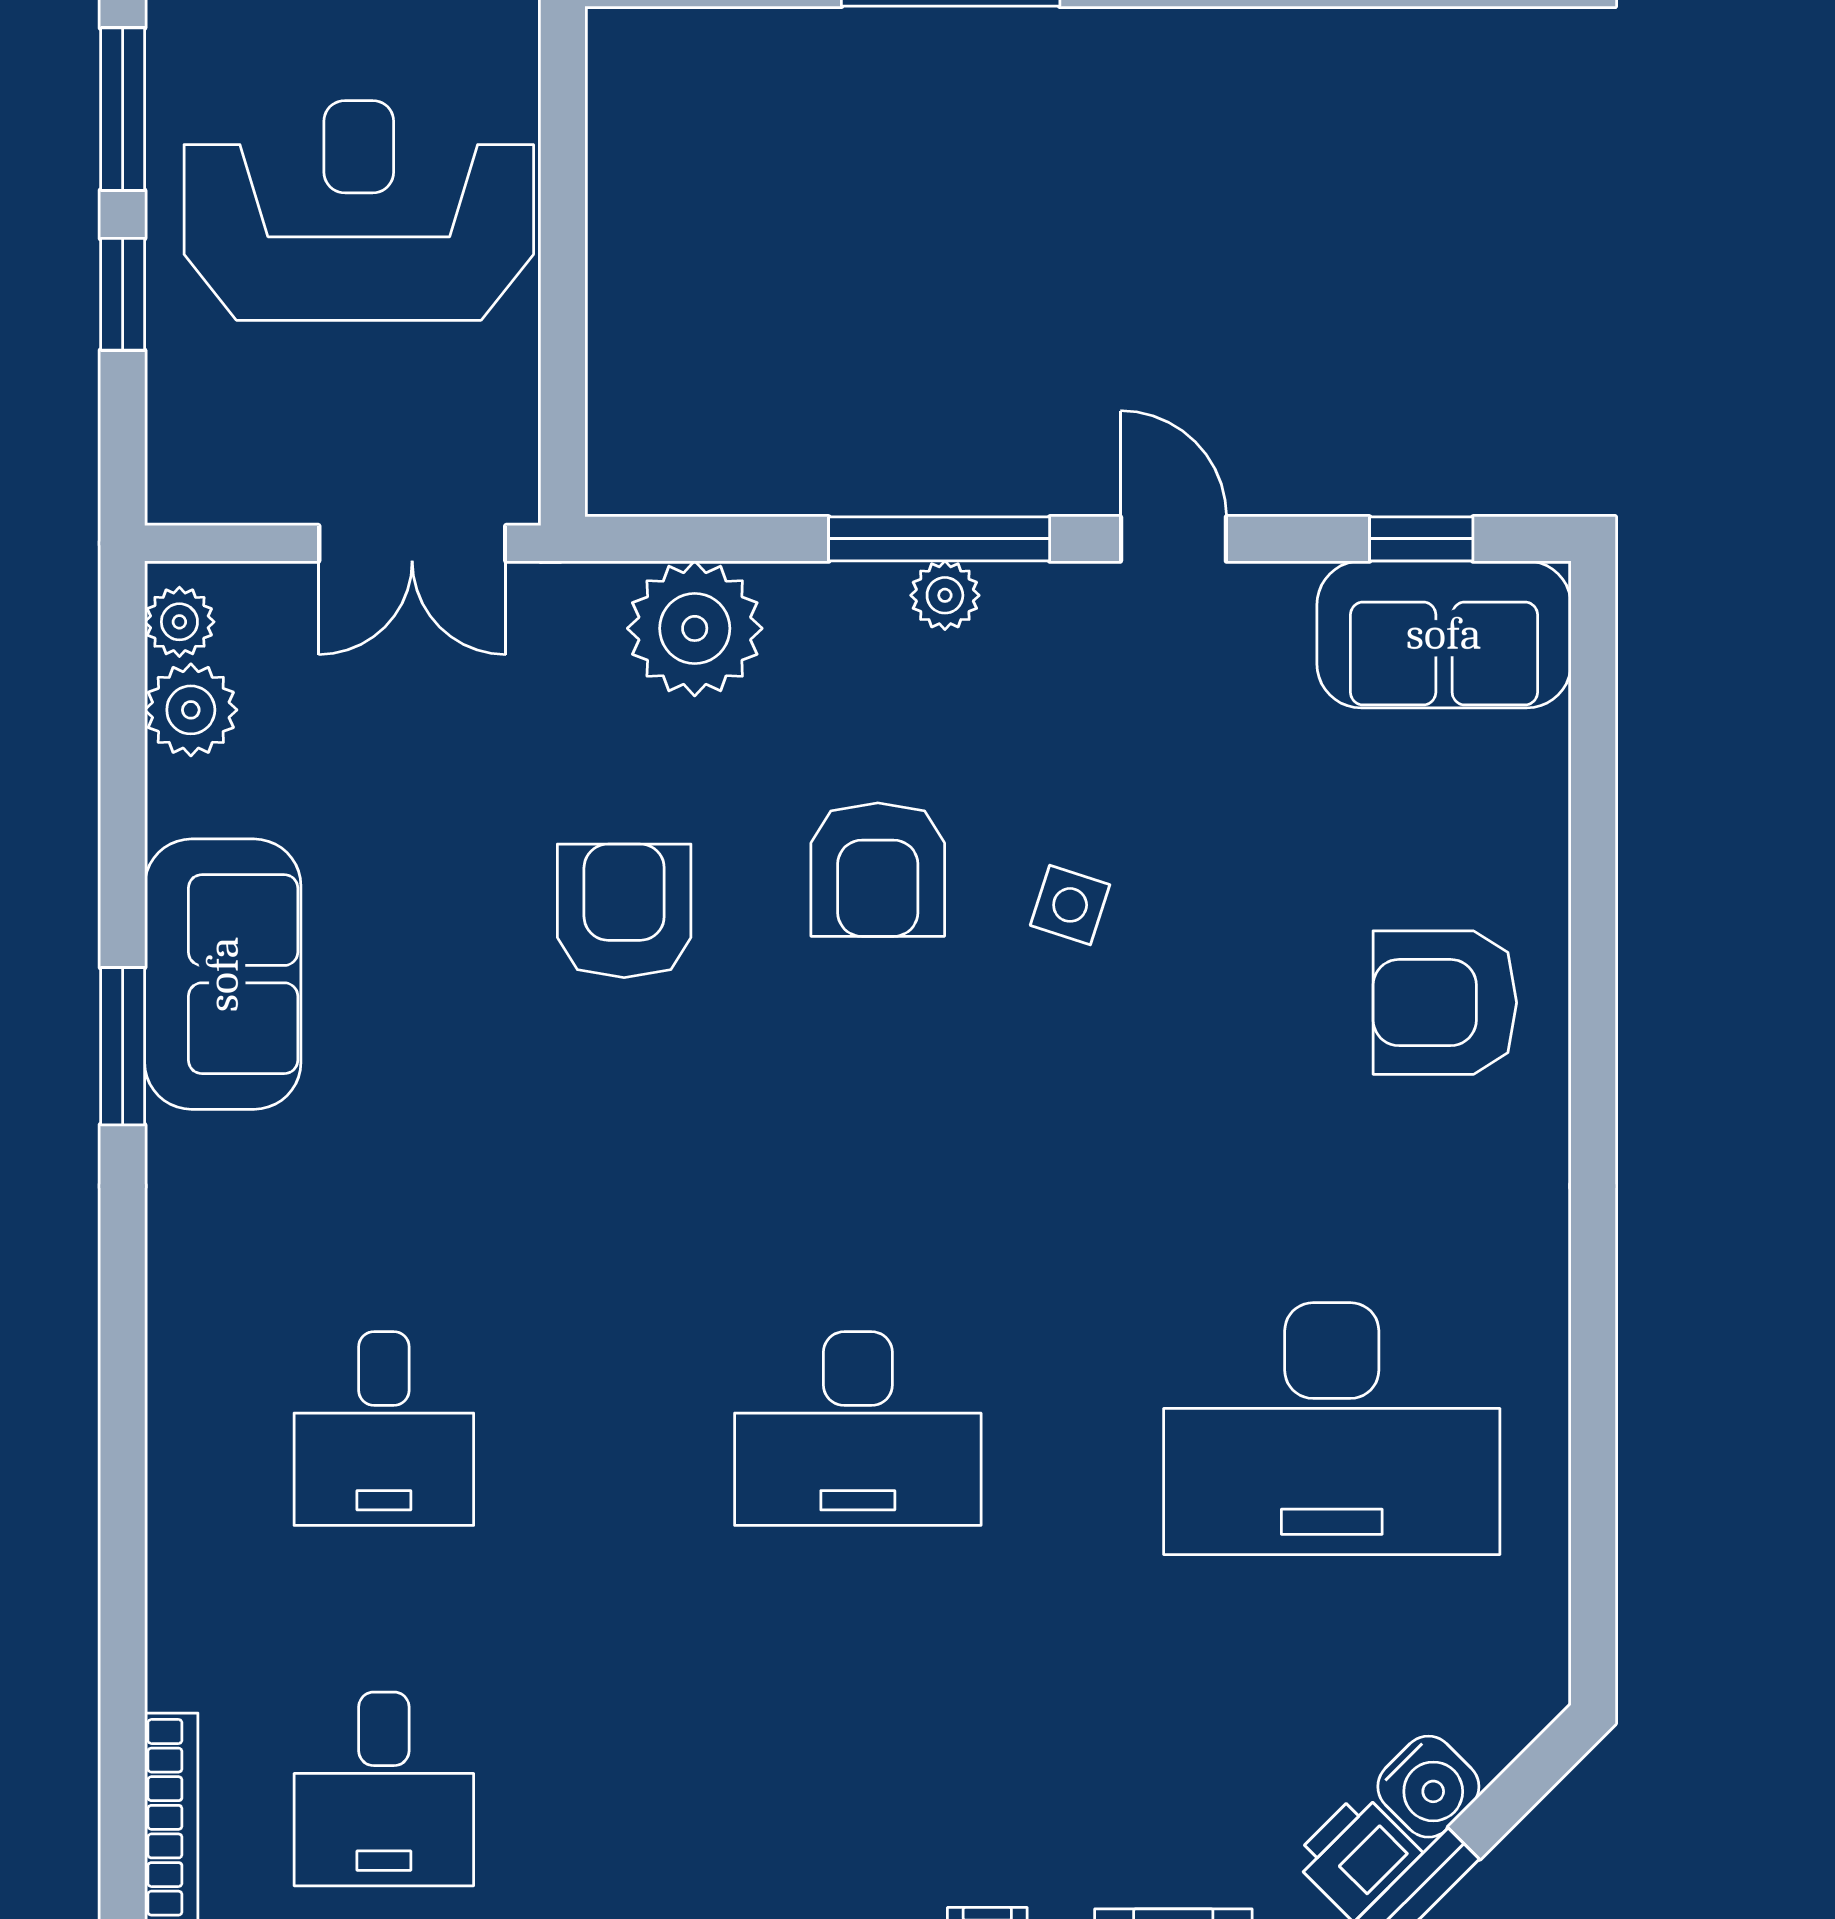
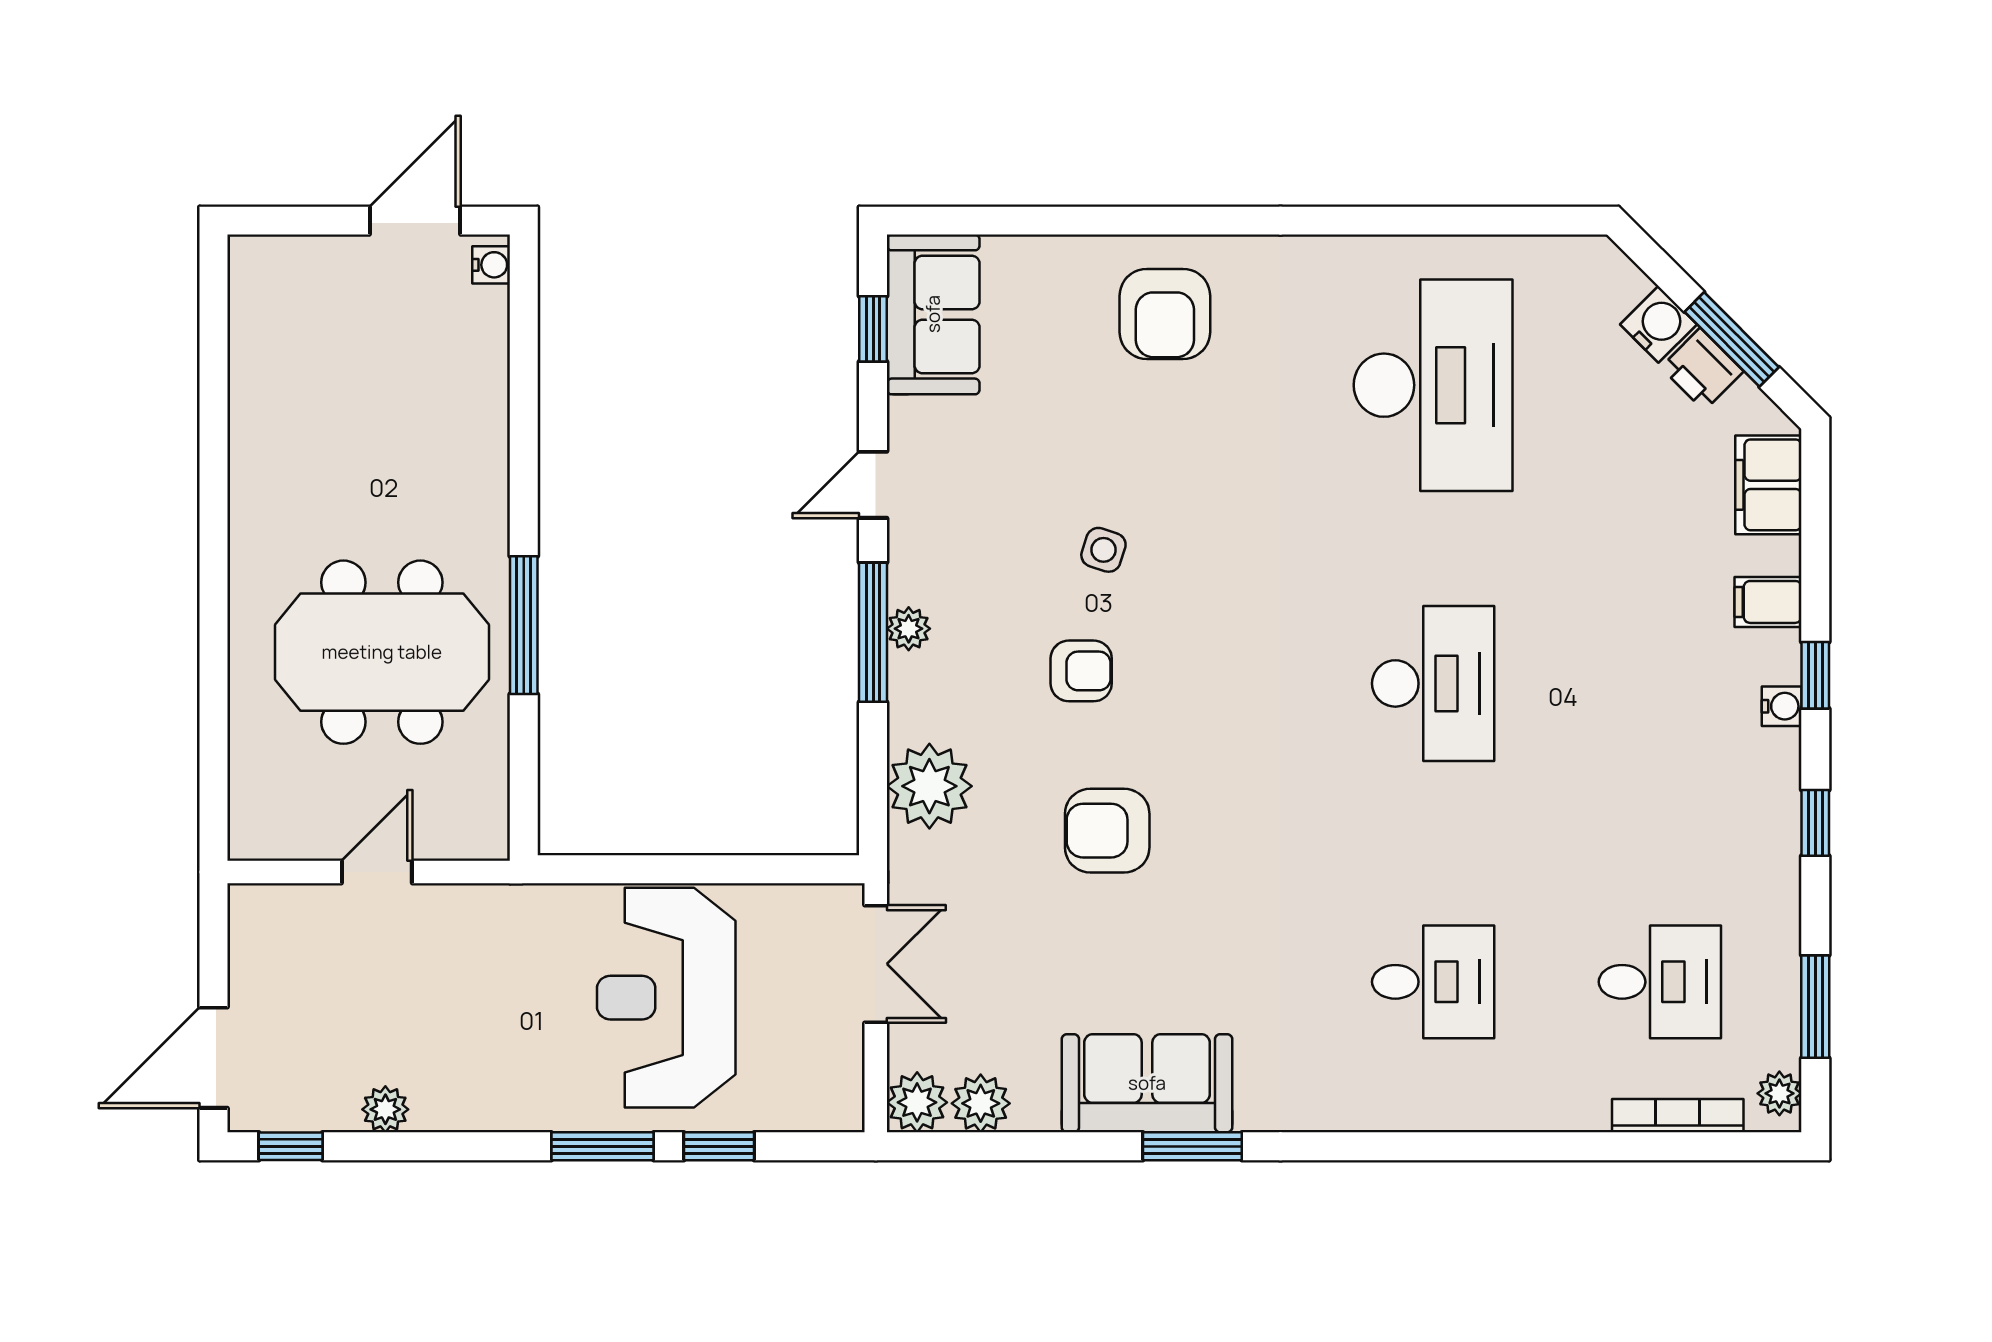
plant: (179, 622) -> (917, 1102), width x1.38, depth x1.38
armchair: (878, 870) -> (1081, 671), width x0.72, depth x0.72

